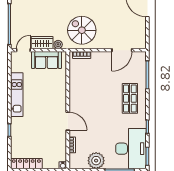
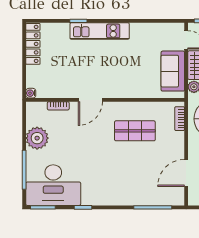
door: (122, 50) -> (186, 173), hinge flipped
kitchen unit: (17, 95) -> (100, 31), moved
shop shelf: (130, 98) -> (135, 131), moved

